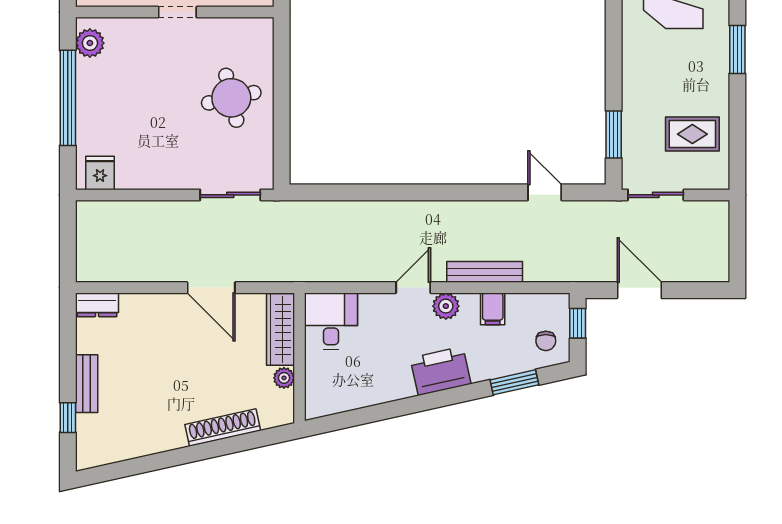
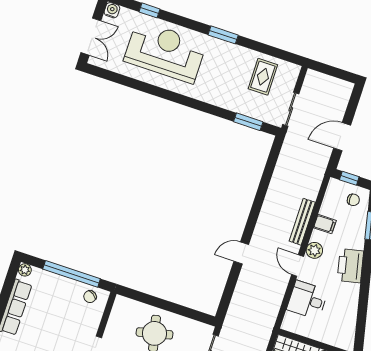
door: (545, 192) -> (241, 253), moved
desk: (331, 321) -> (307, 300), moved

